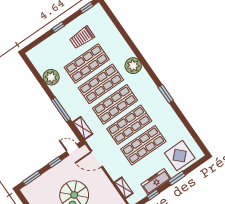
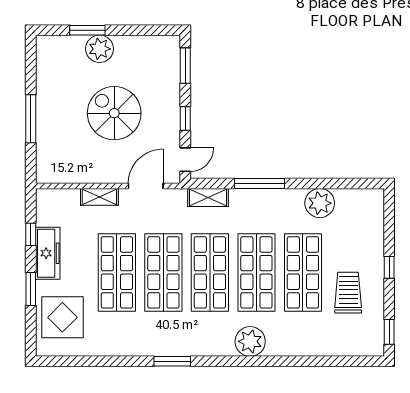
shelving: (124, 188) -> (99, 197), moved

